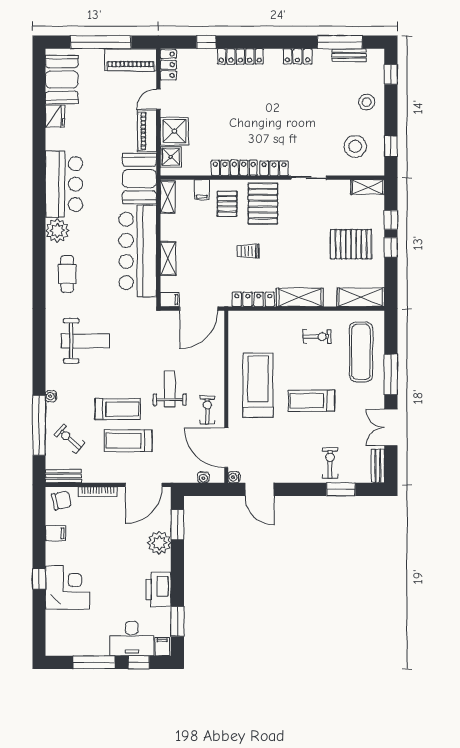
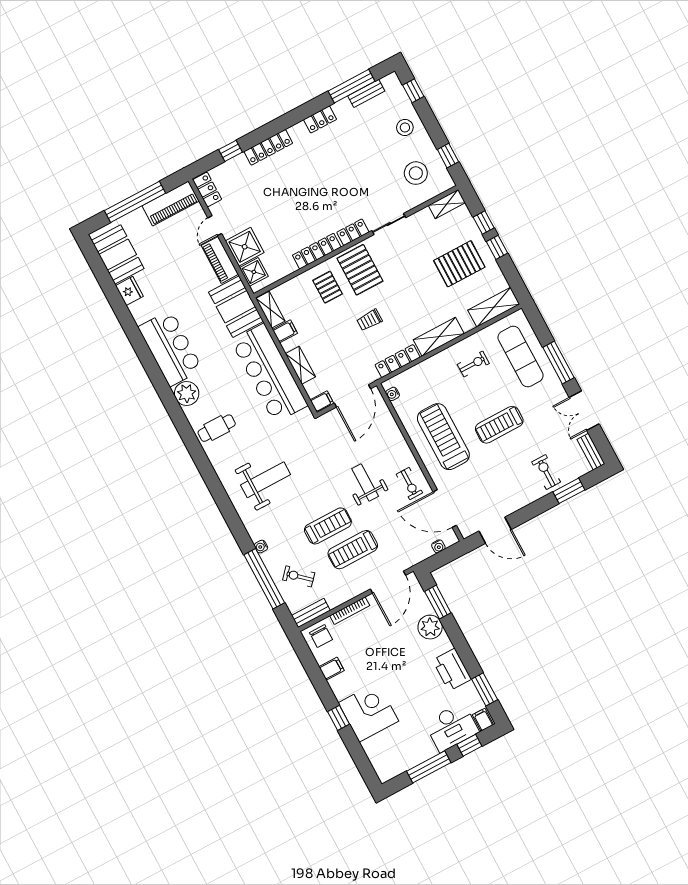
filing cabinet: (202, 190) -> (285, 331), moved, turned -90
cafe table: (67, 274) -> (217, 428), turned 90
exercise bike: (207, 410) -> (409, 484), turned 180
water cooler: (234, 477) -> (393, 394), moved
chair: (61, 500) -> (321, 636), turned 102

